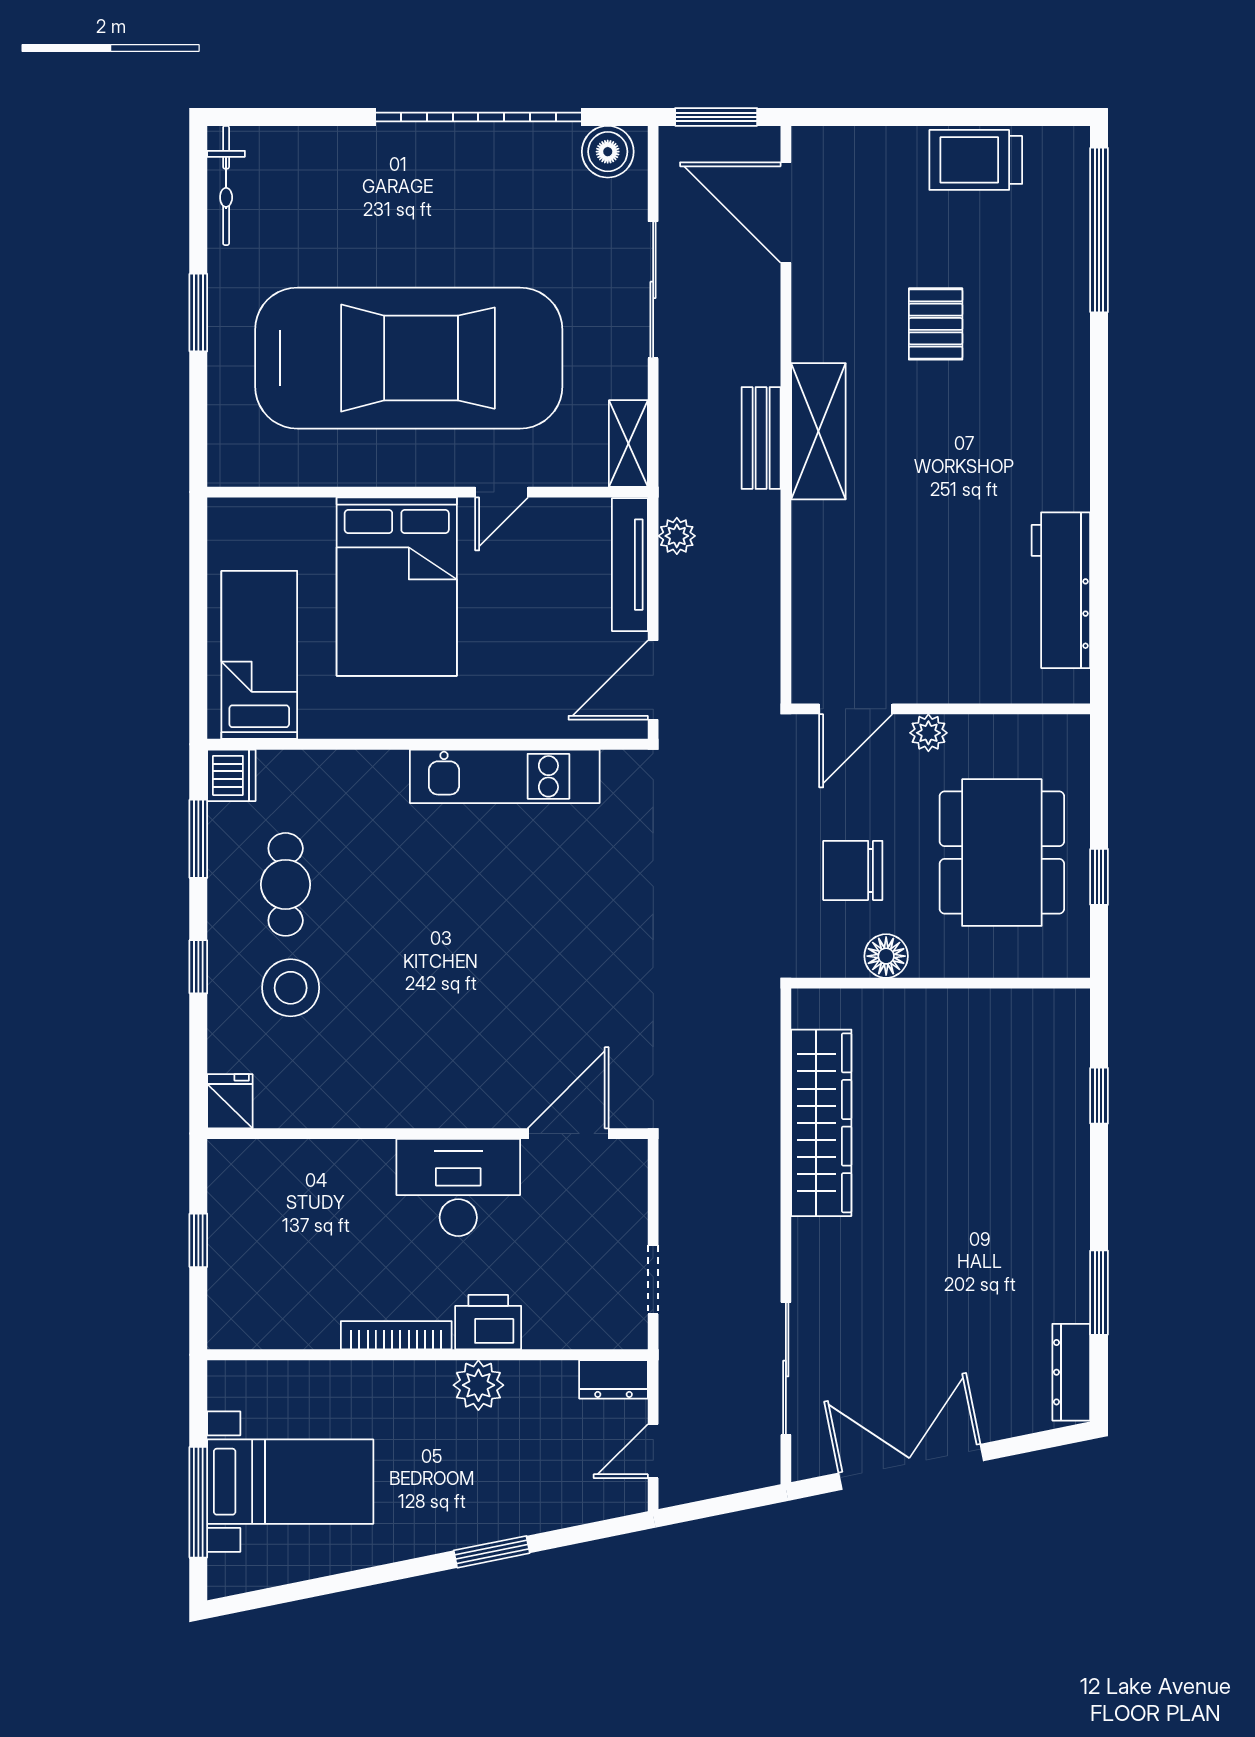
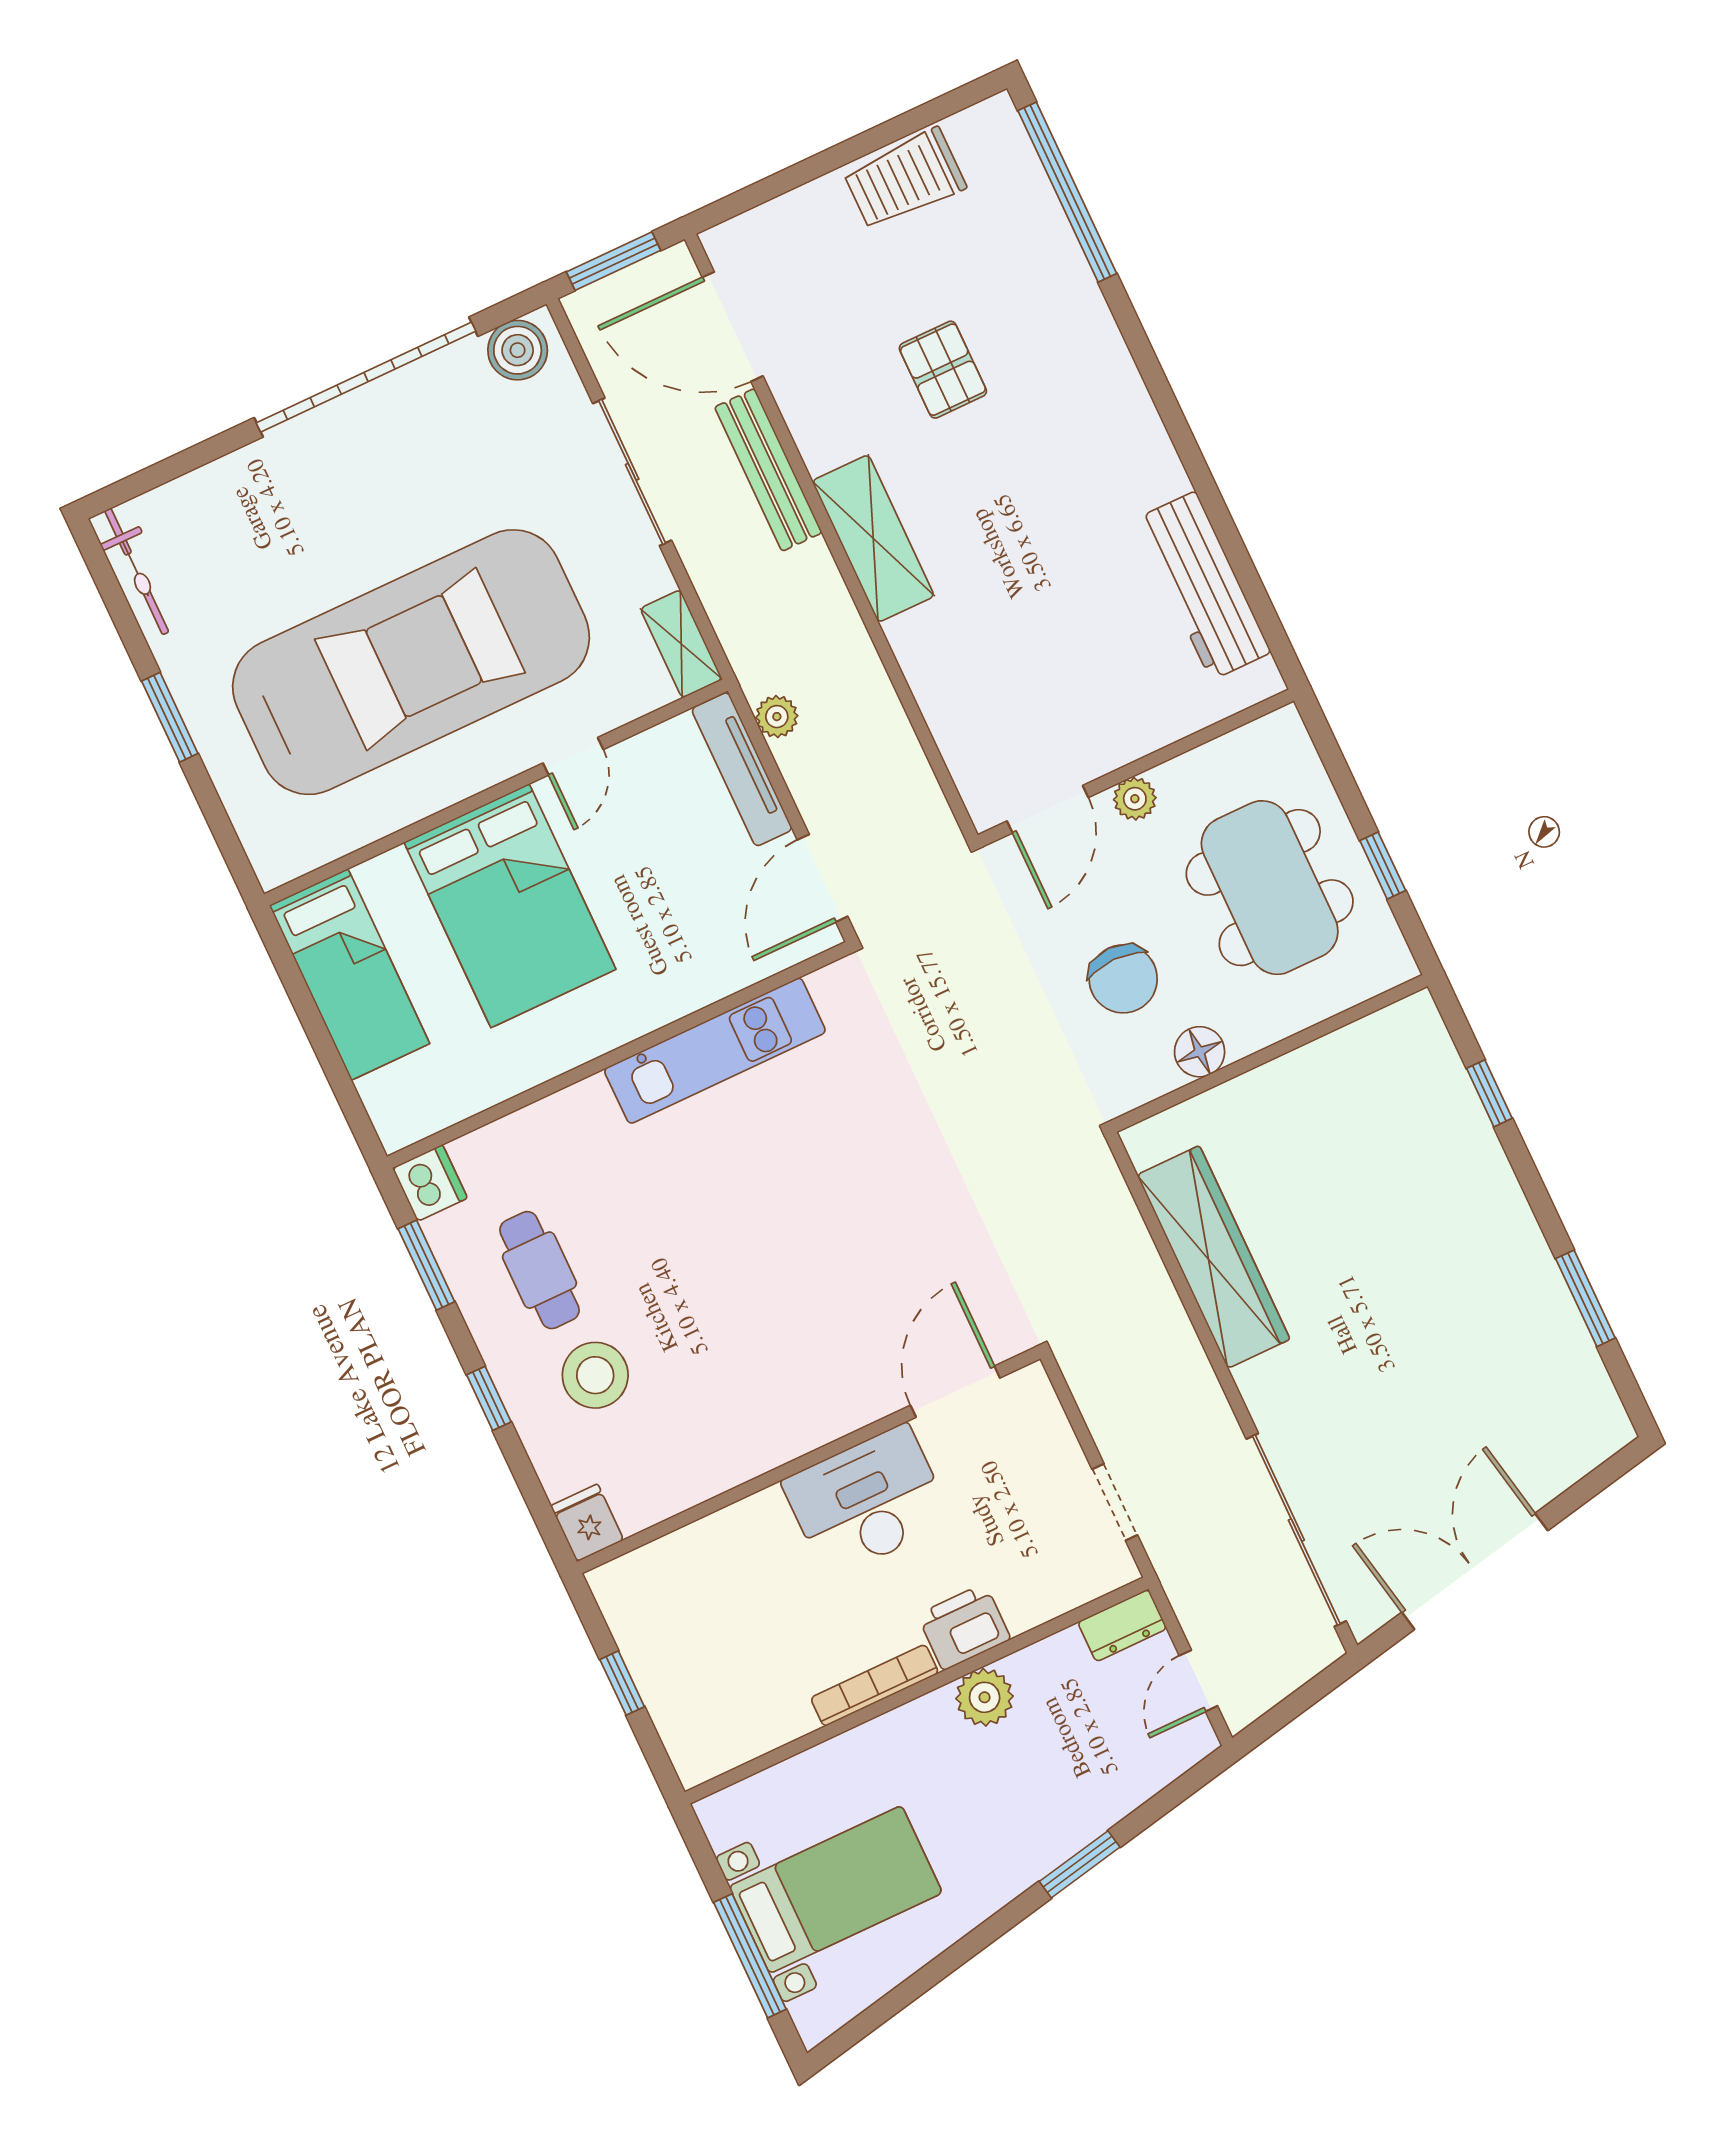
bench: (761, 438) -> (768, 470), moved, width x1.36
bed: (259, 655) -> (350, 974), moved, turned 180
chair: (853, 870) -> (1123, 979), turned -90
sliding door: (786, 1368) -> (1296, 1530), width x1.36
dresser: (1071, 1372) -> (1595, 1395), removed

